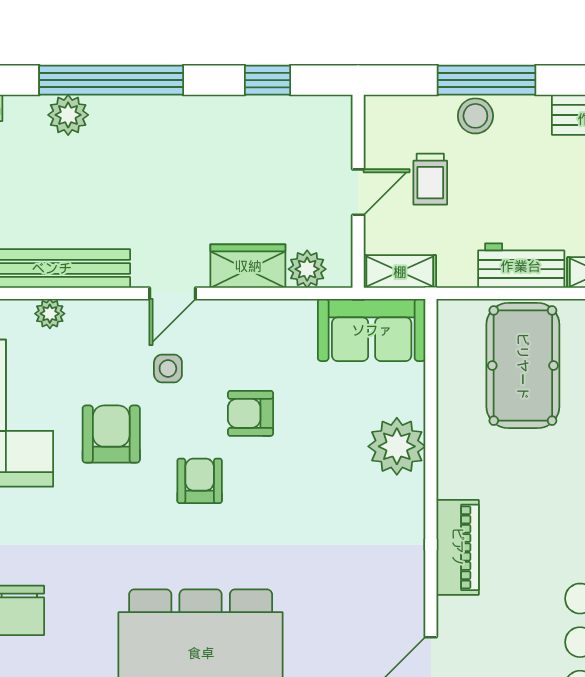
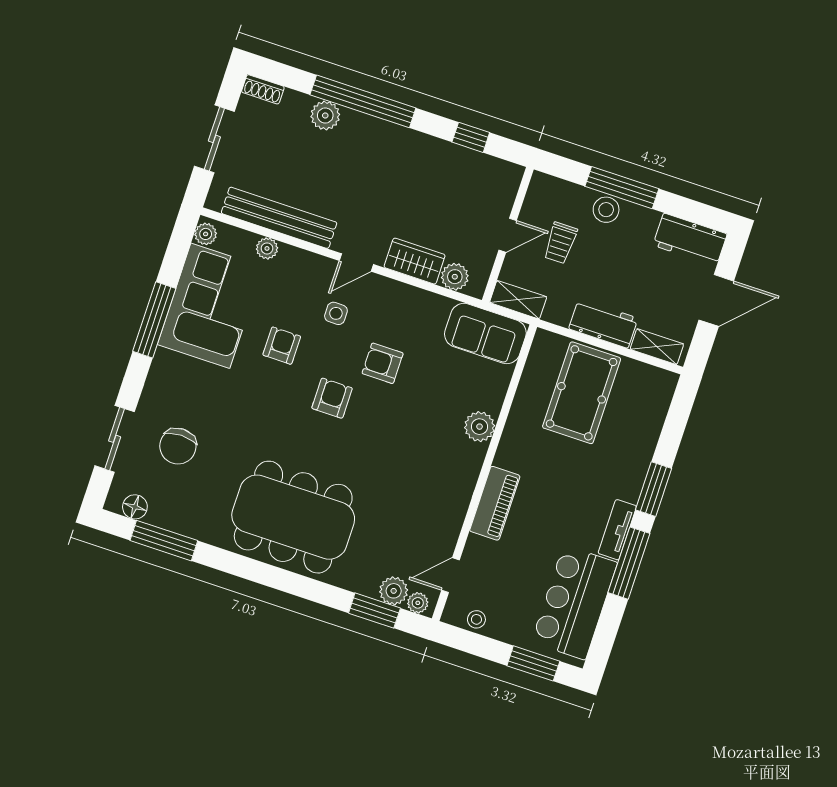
armchair: (111, 434) -> (282, 346), width x0.72, depth x0.72
plant: (397, 446) -> (480, 427), width x0.73, depth x0.73

